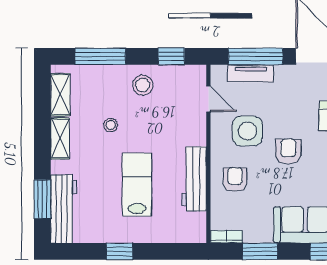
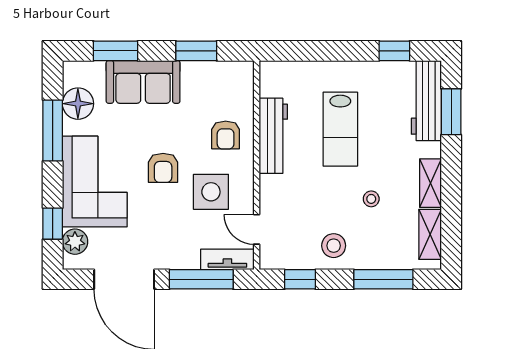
tv unit: (251, 73) -> (227, 259), moved
bookcase: (226, 237) -> (236, 68), removed
window: (120, 251) -> (394, 51), moved

